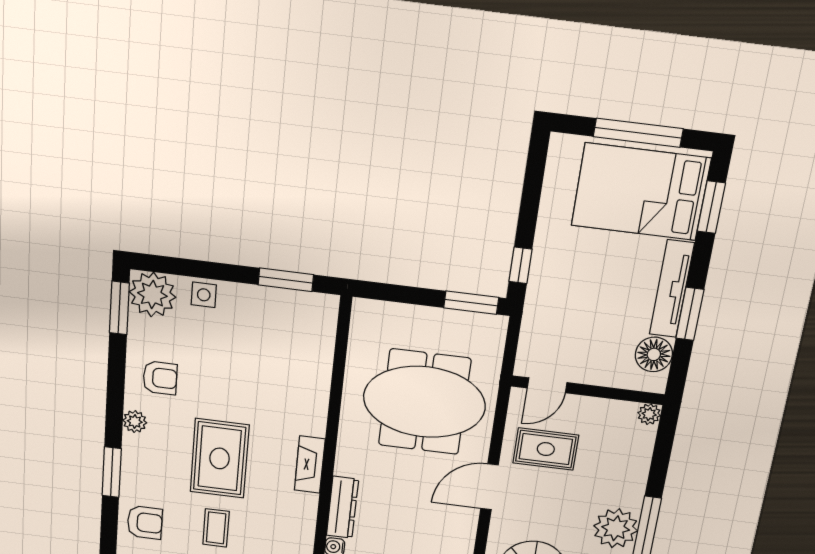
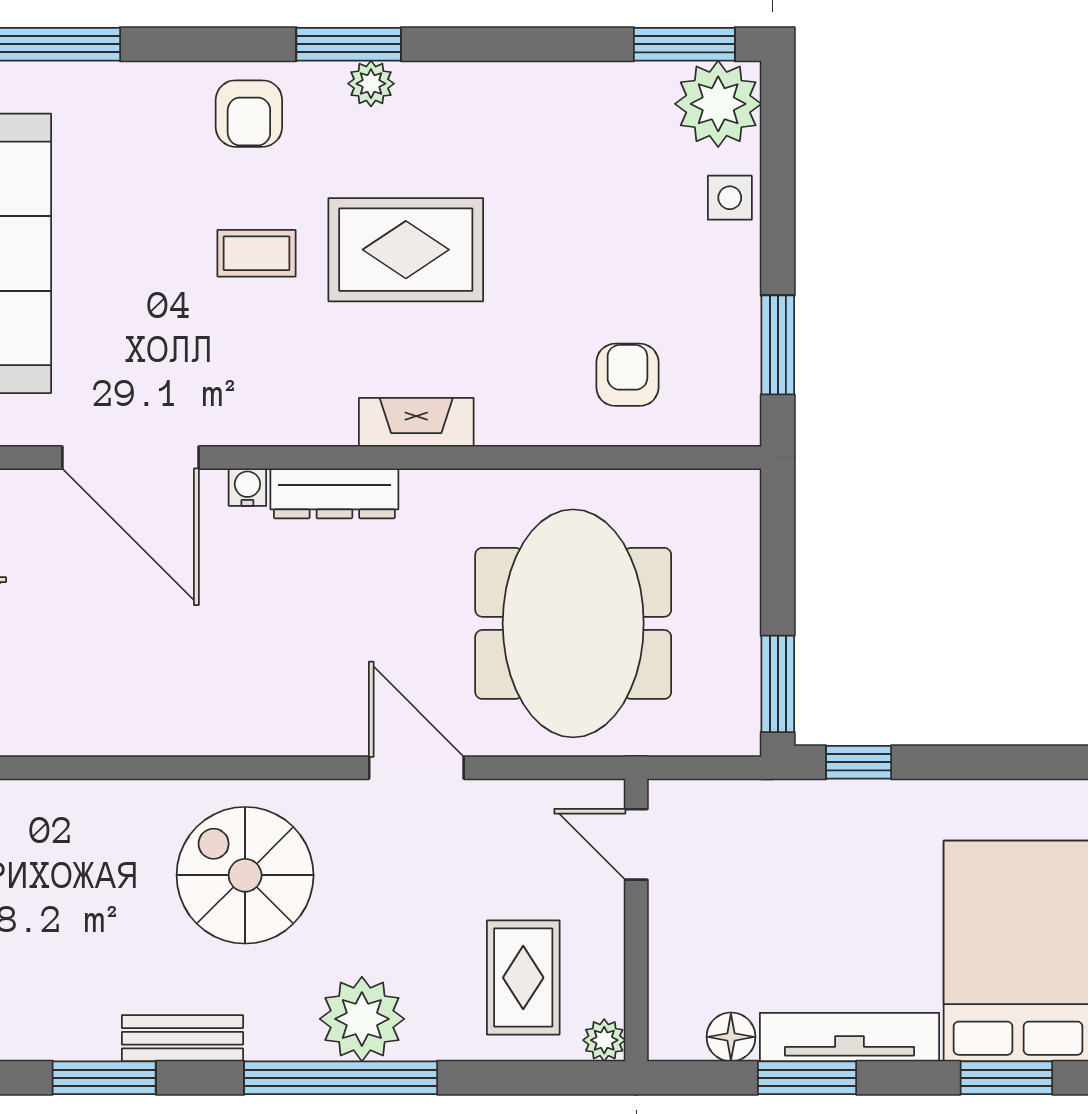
floor lamp: (654, 354) -> (731, 1037), width x0.73, depth x0.73
armchair: (160, 378) -> (627, 375), moved, turned 180
plant: (135, 422) -> (371, 84), moved
rug: (546, 449) -> (523, 978), moved

